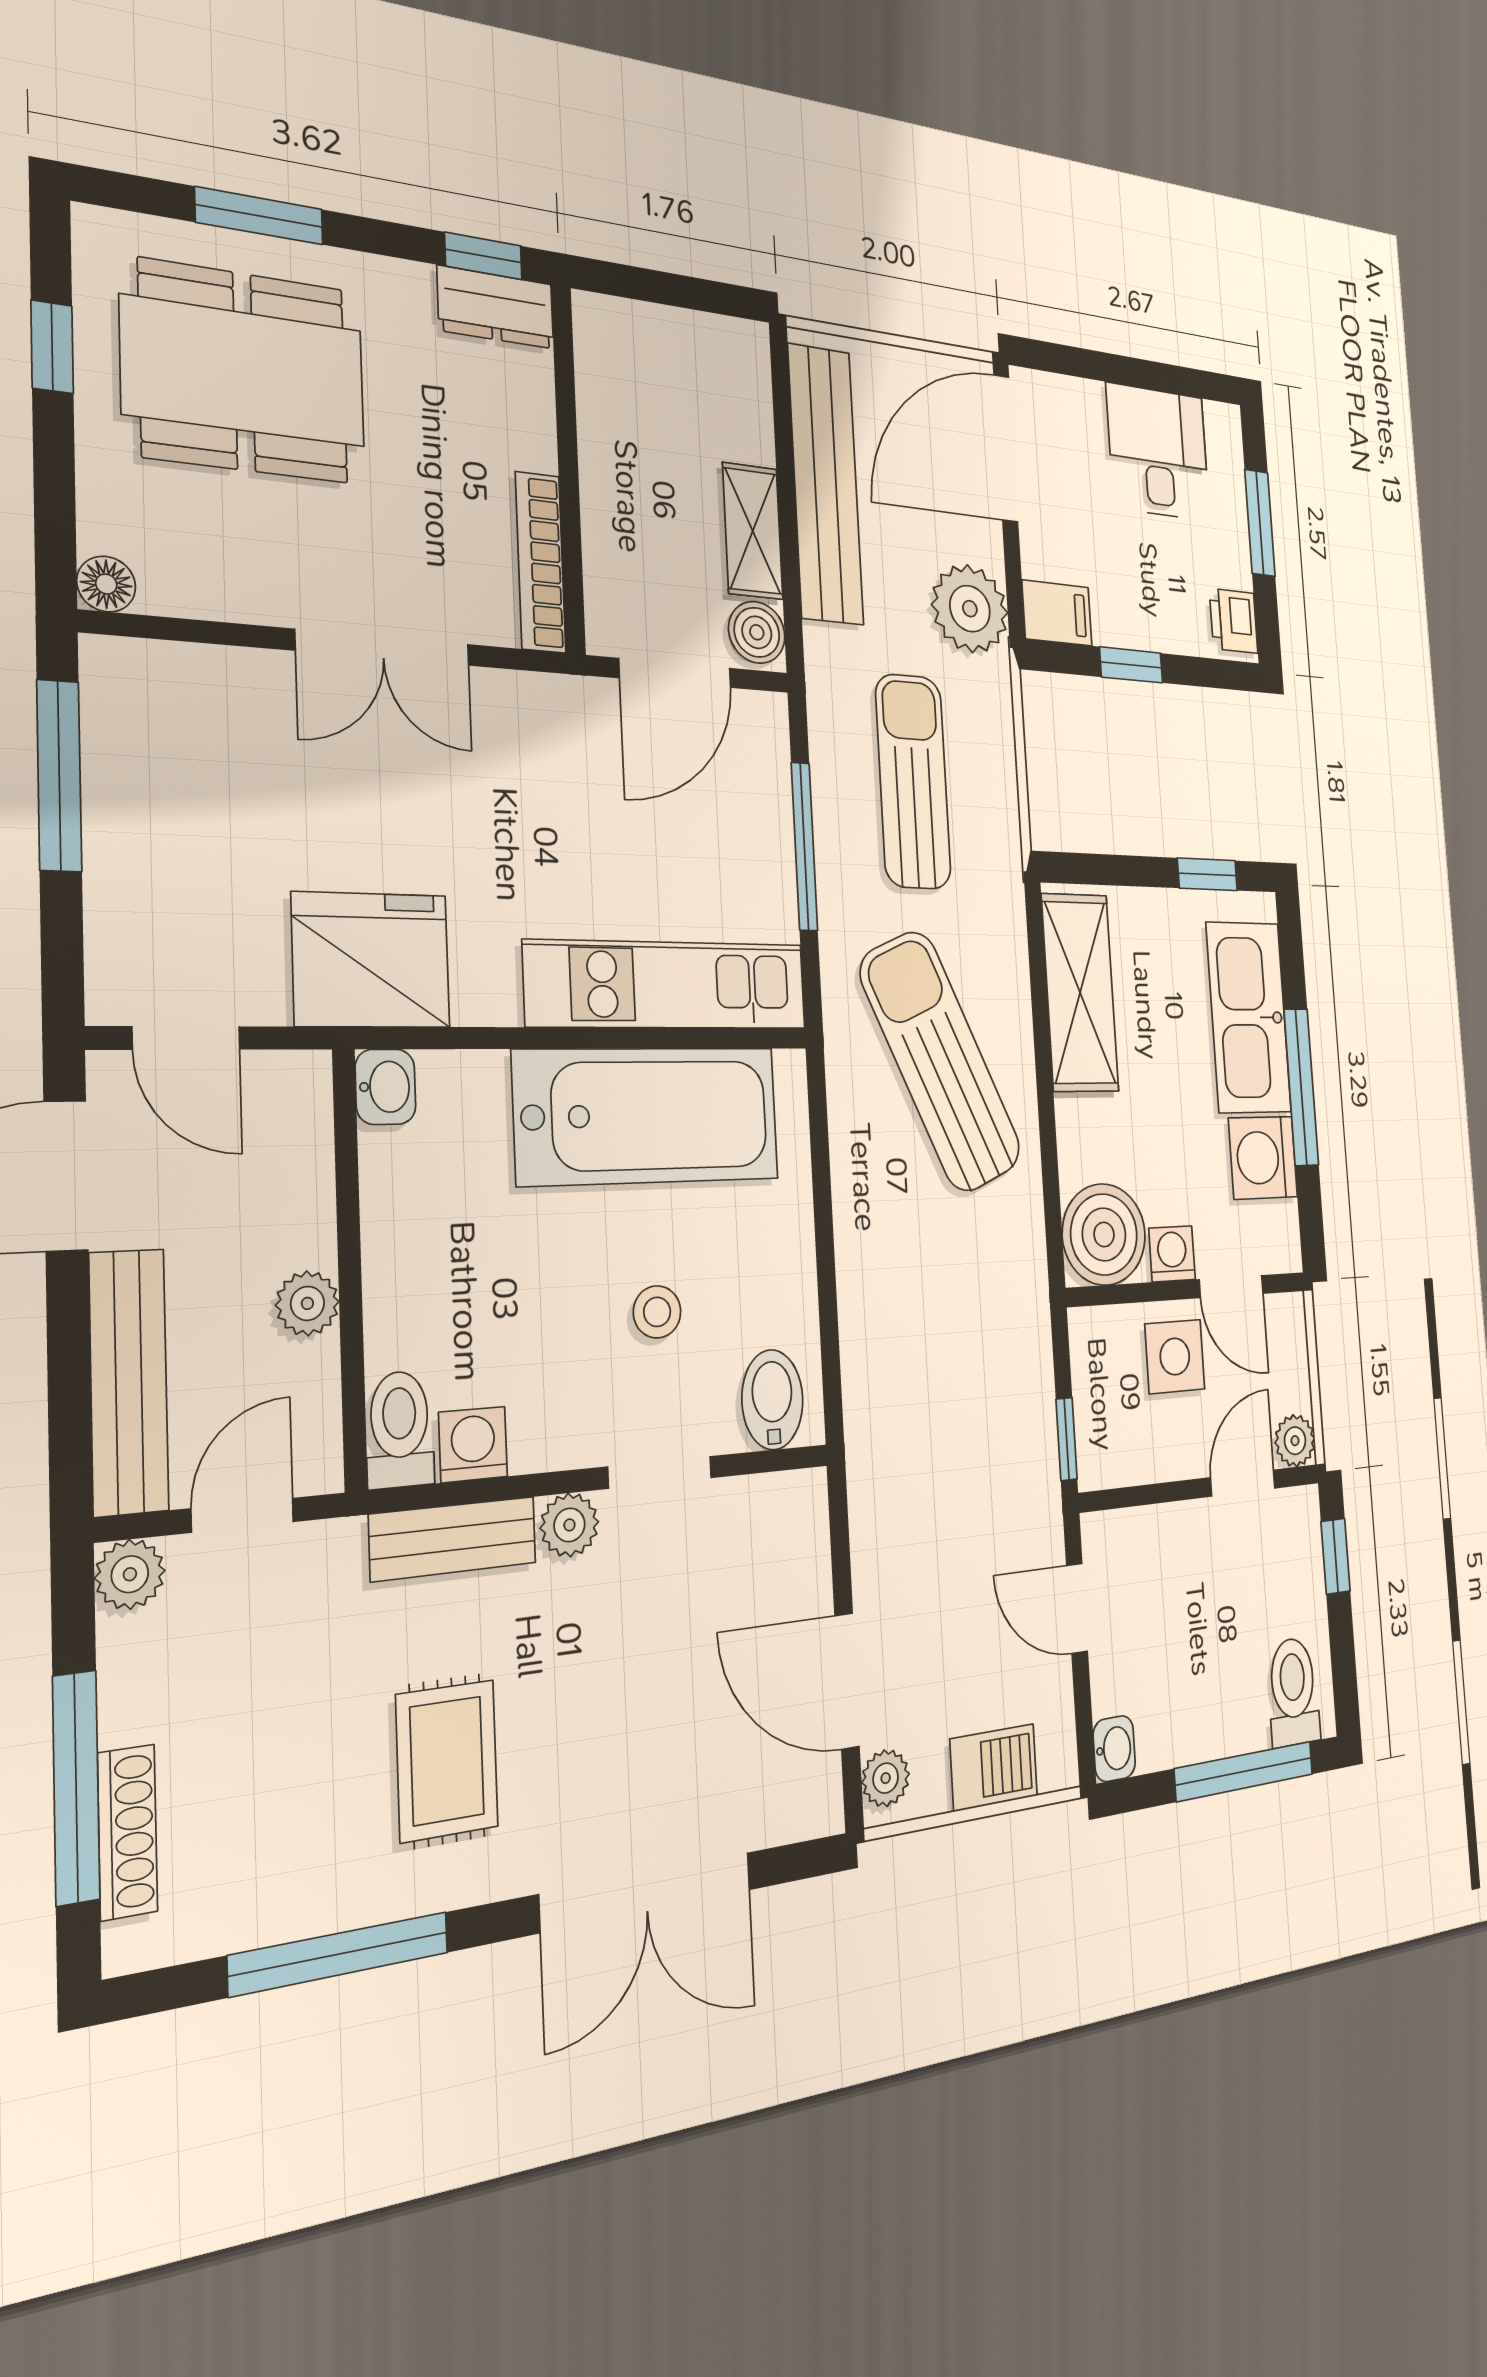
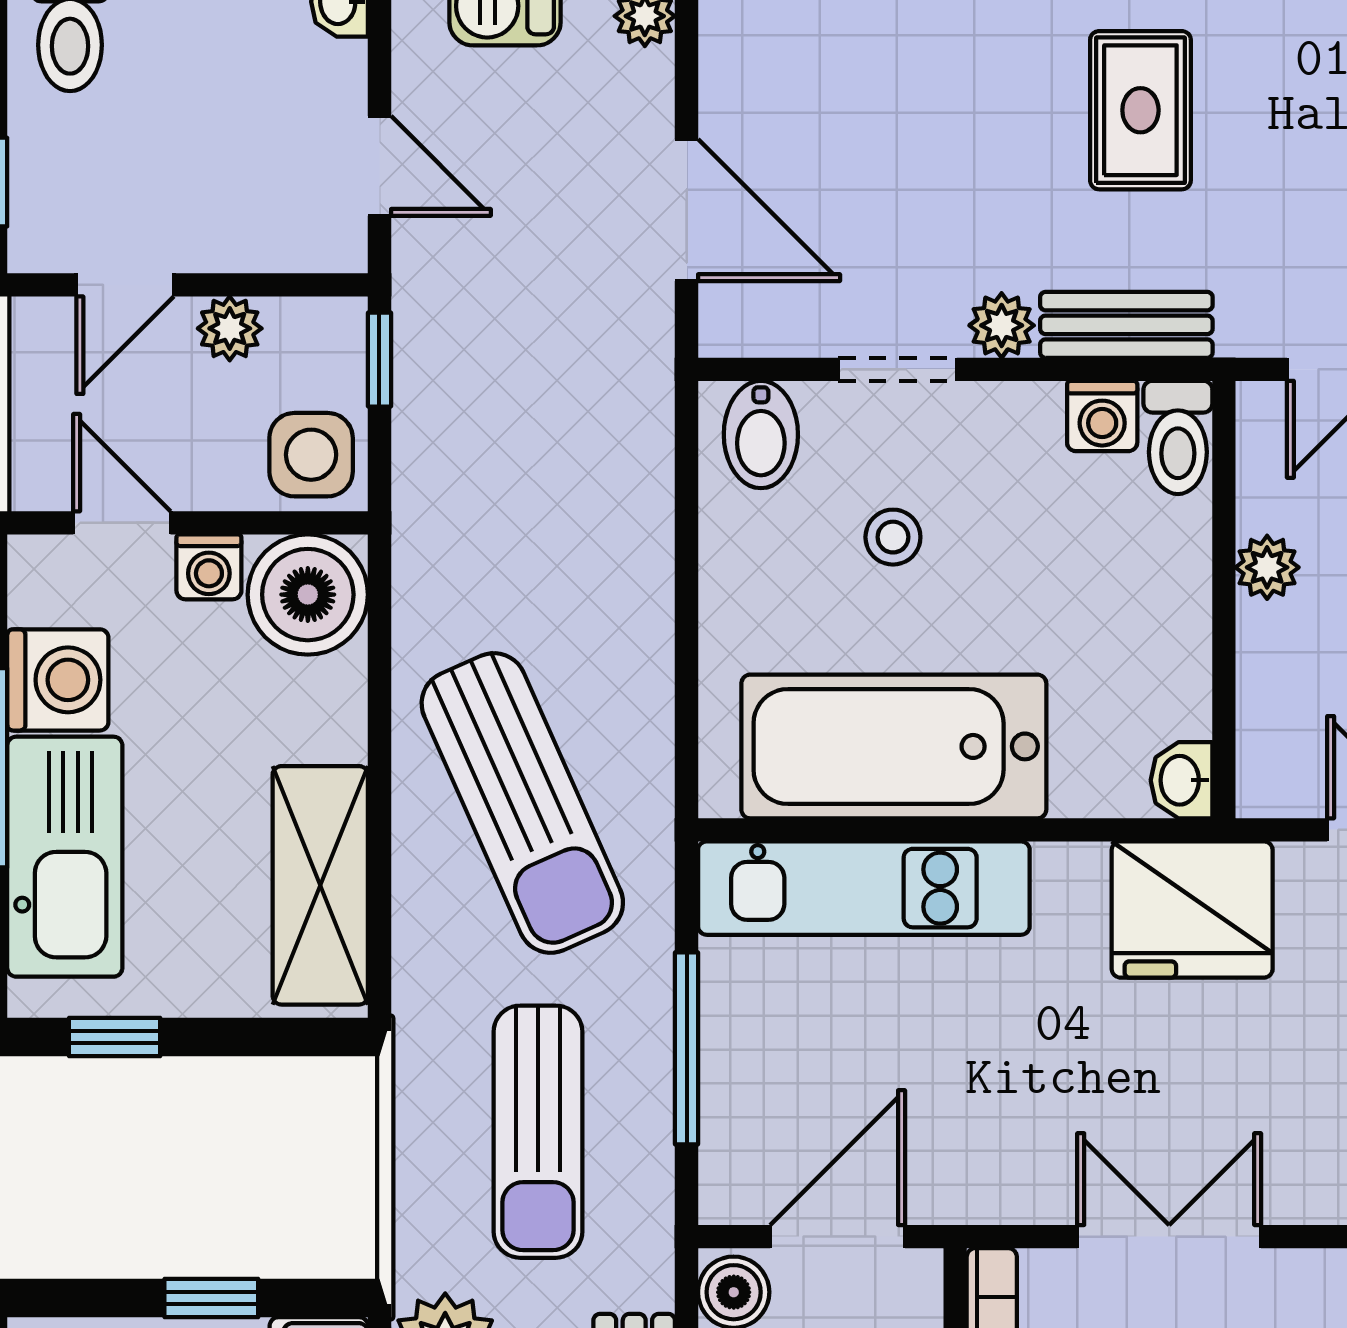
side table: (1175, 1357) -> (311, 455), moved
plant: (1295, 1441) -> (230, 328), moved
door: (847, 1681) -> (687, 210), moved

